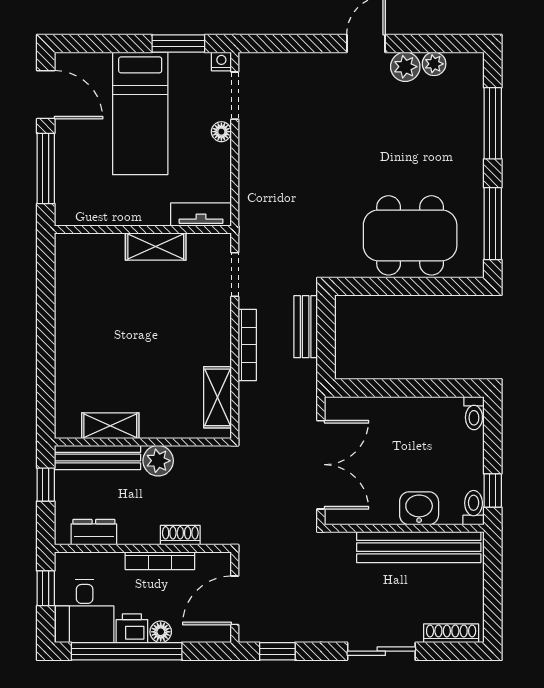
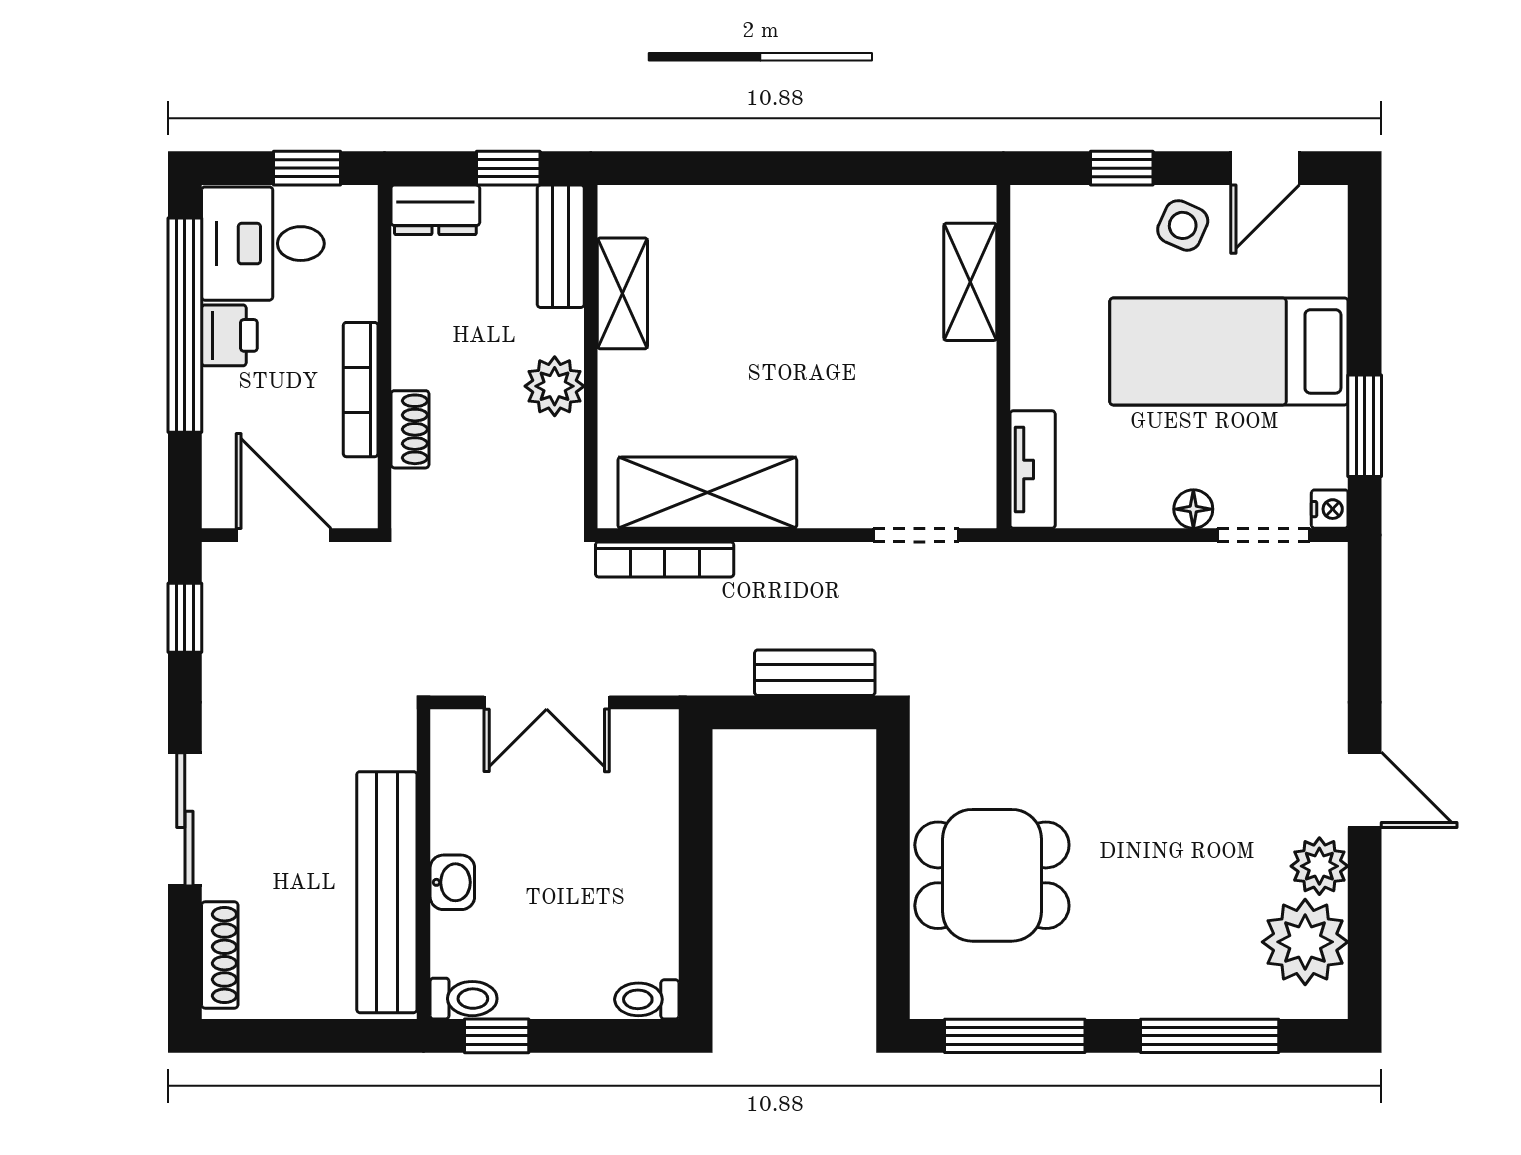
plant: (434, 64) -> (1305, 942), width x1.87, depth x1.87
door: (46, 95) -> (1265, 168), width x0.73
side table: (75, 137) -> (1183, 225), added
window: (46, 169) -> (1122, 168), width x0.46
dining table: (410, 235) -> (992, 875), width x0.73
shelving: (156, 247) -> (970, 282), moved
bookcase: (247, 345) -> (665, 559), moved
shelving: (218, 397) -> (707, 493), width x1.50, depth x1.33
bench: (97, 458) -> (561, 246), width x0.73
double door: (321, 465) -> (547, 702), width x0.73
washbasin: (419, 508) -> (452, 882), width x0.72, depth x0.69
dresser: (94, 532) -> (435, 210), moved, turned 90
floor lamp: (161, 632) -> (222, 391), removed

